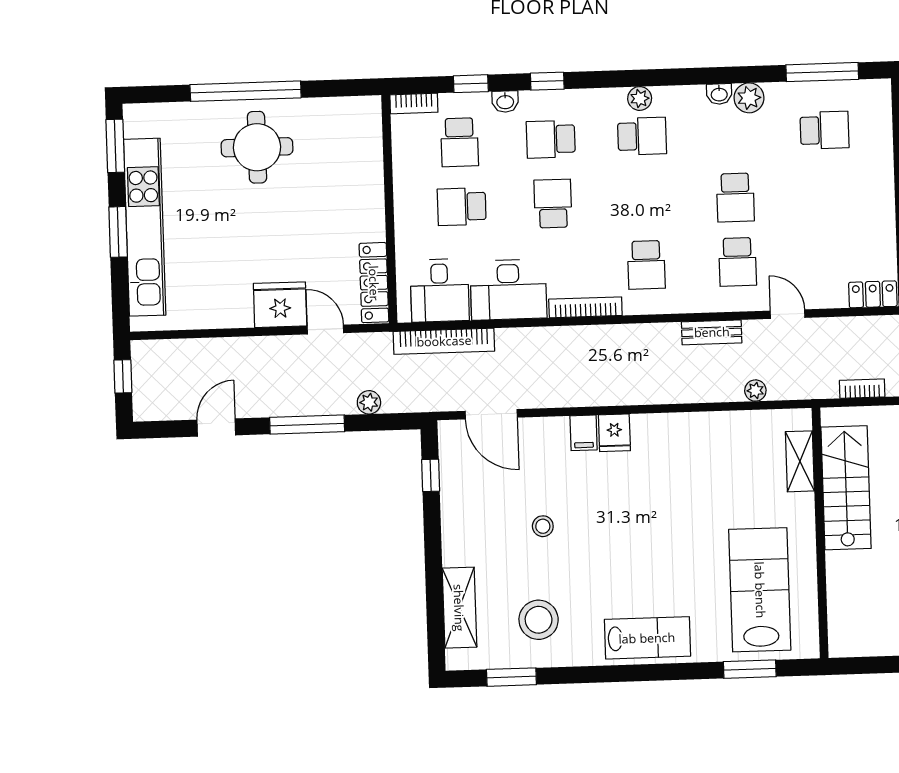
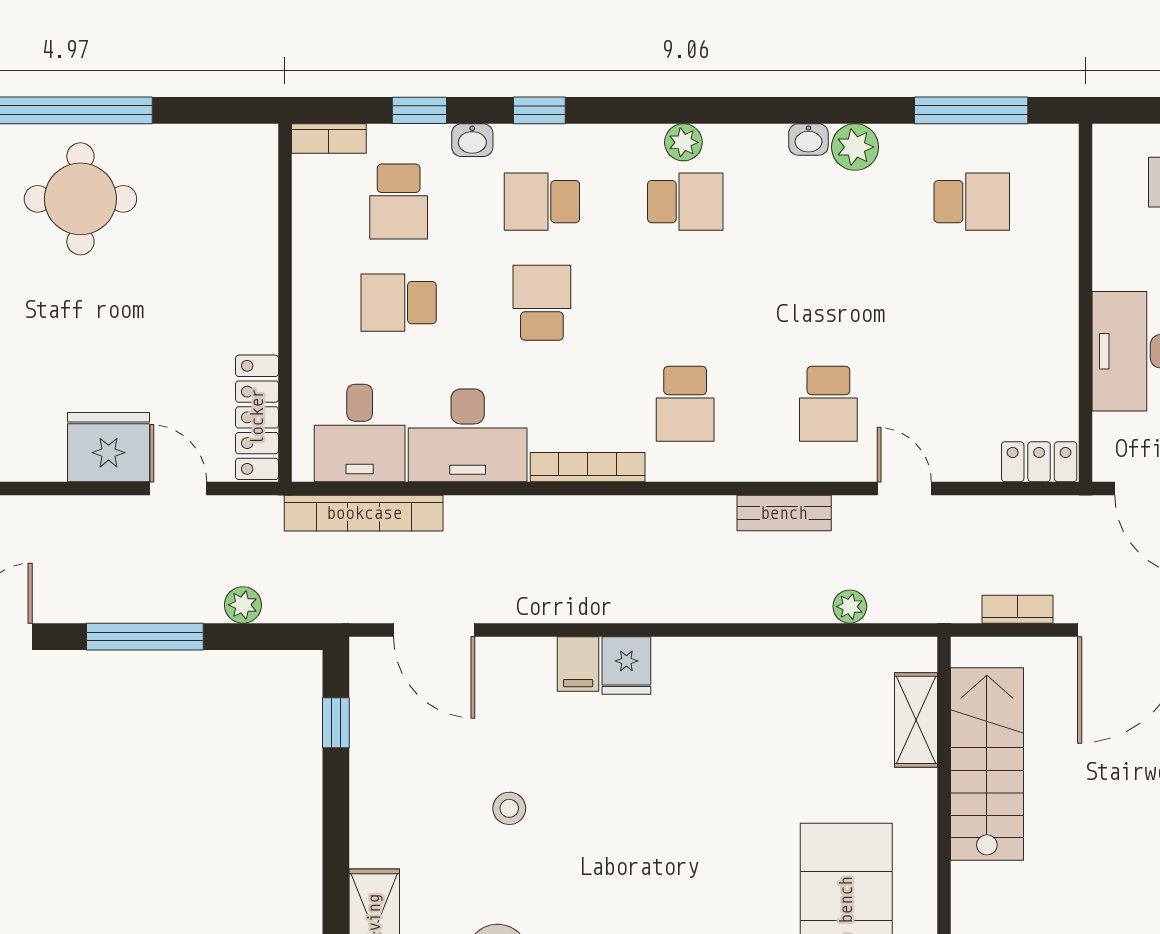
school desk: (735, 198) -> (828, 303), removed

